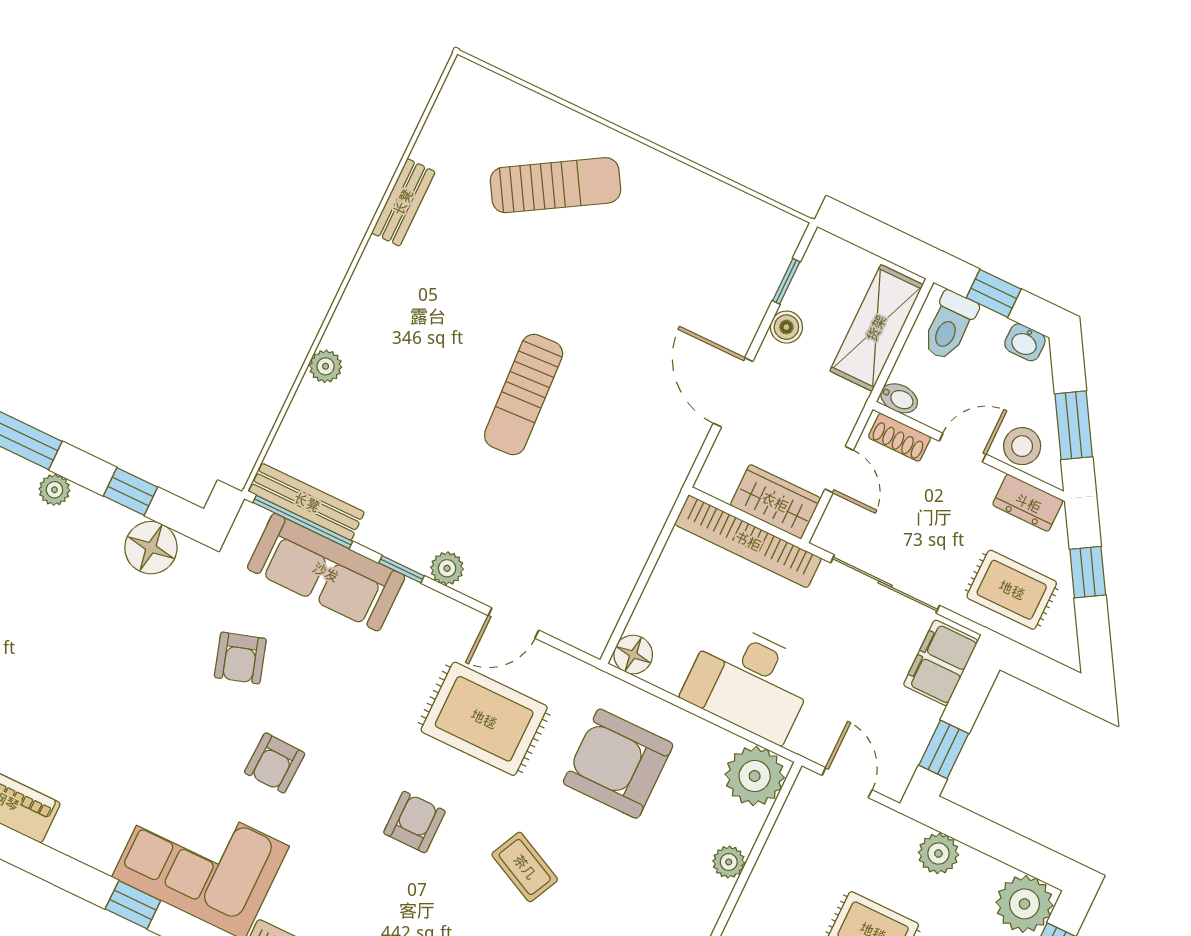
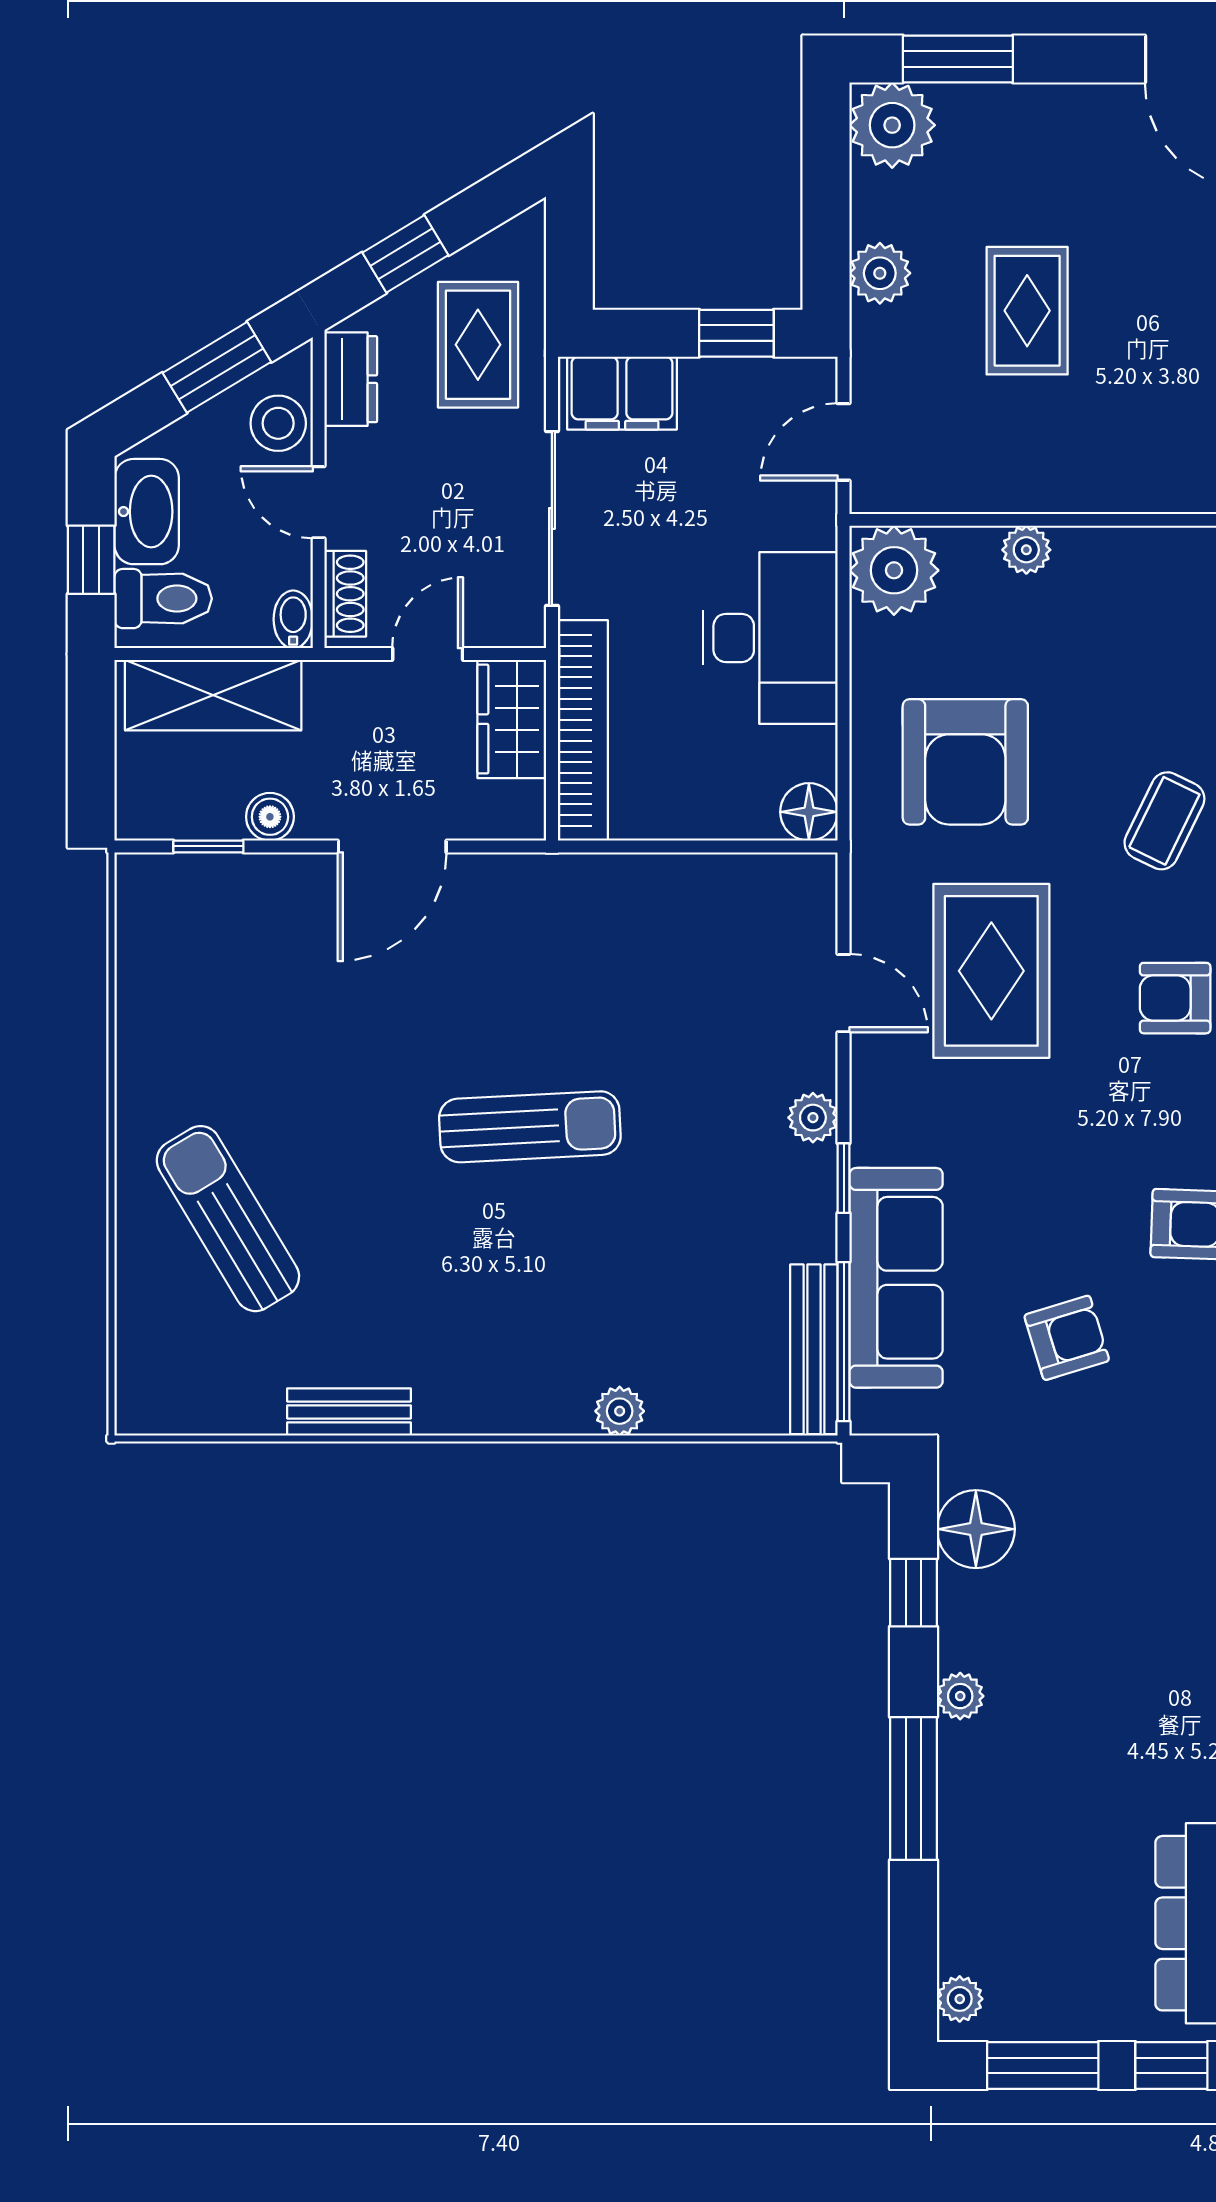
washbasin: (1025, 342) -> (147, 512), width x1.91, depth x1.45

